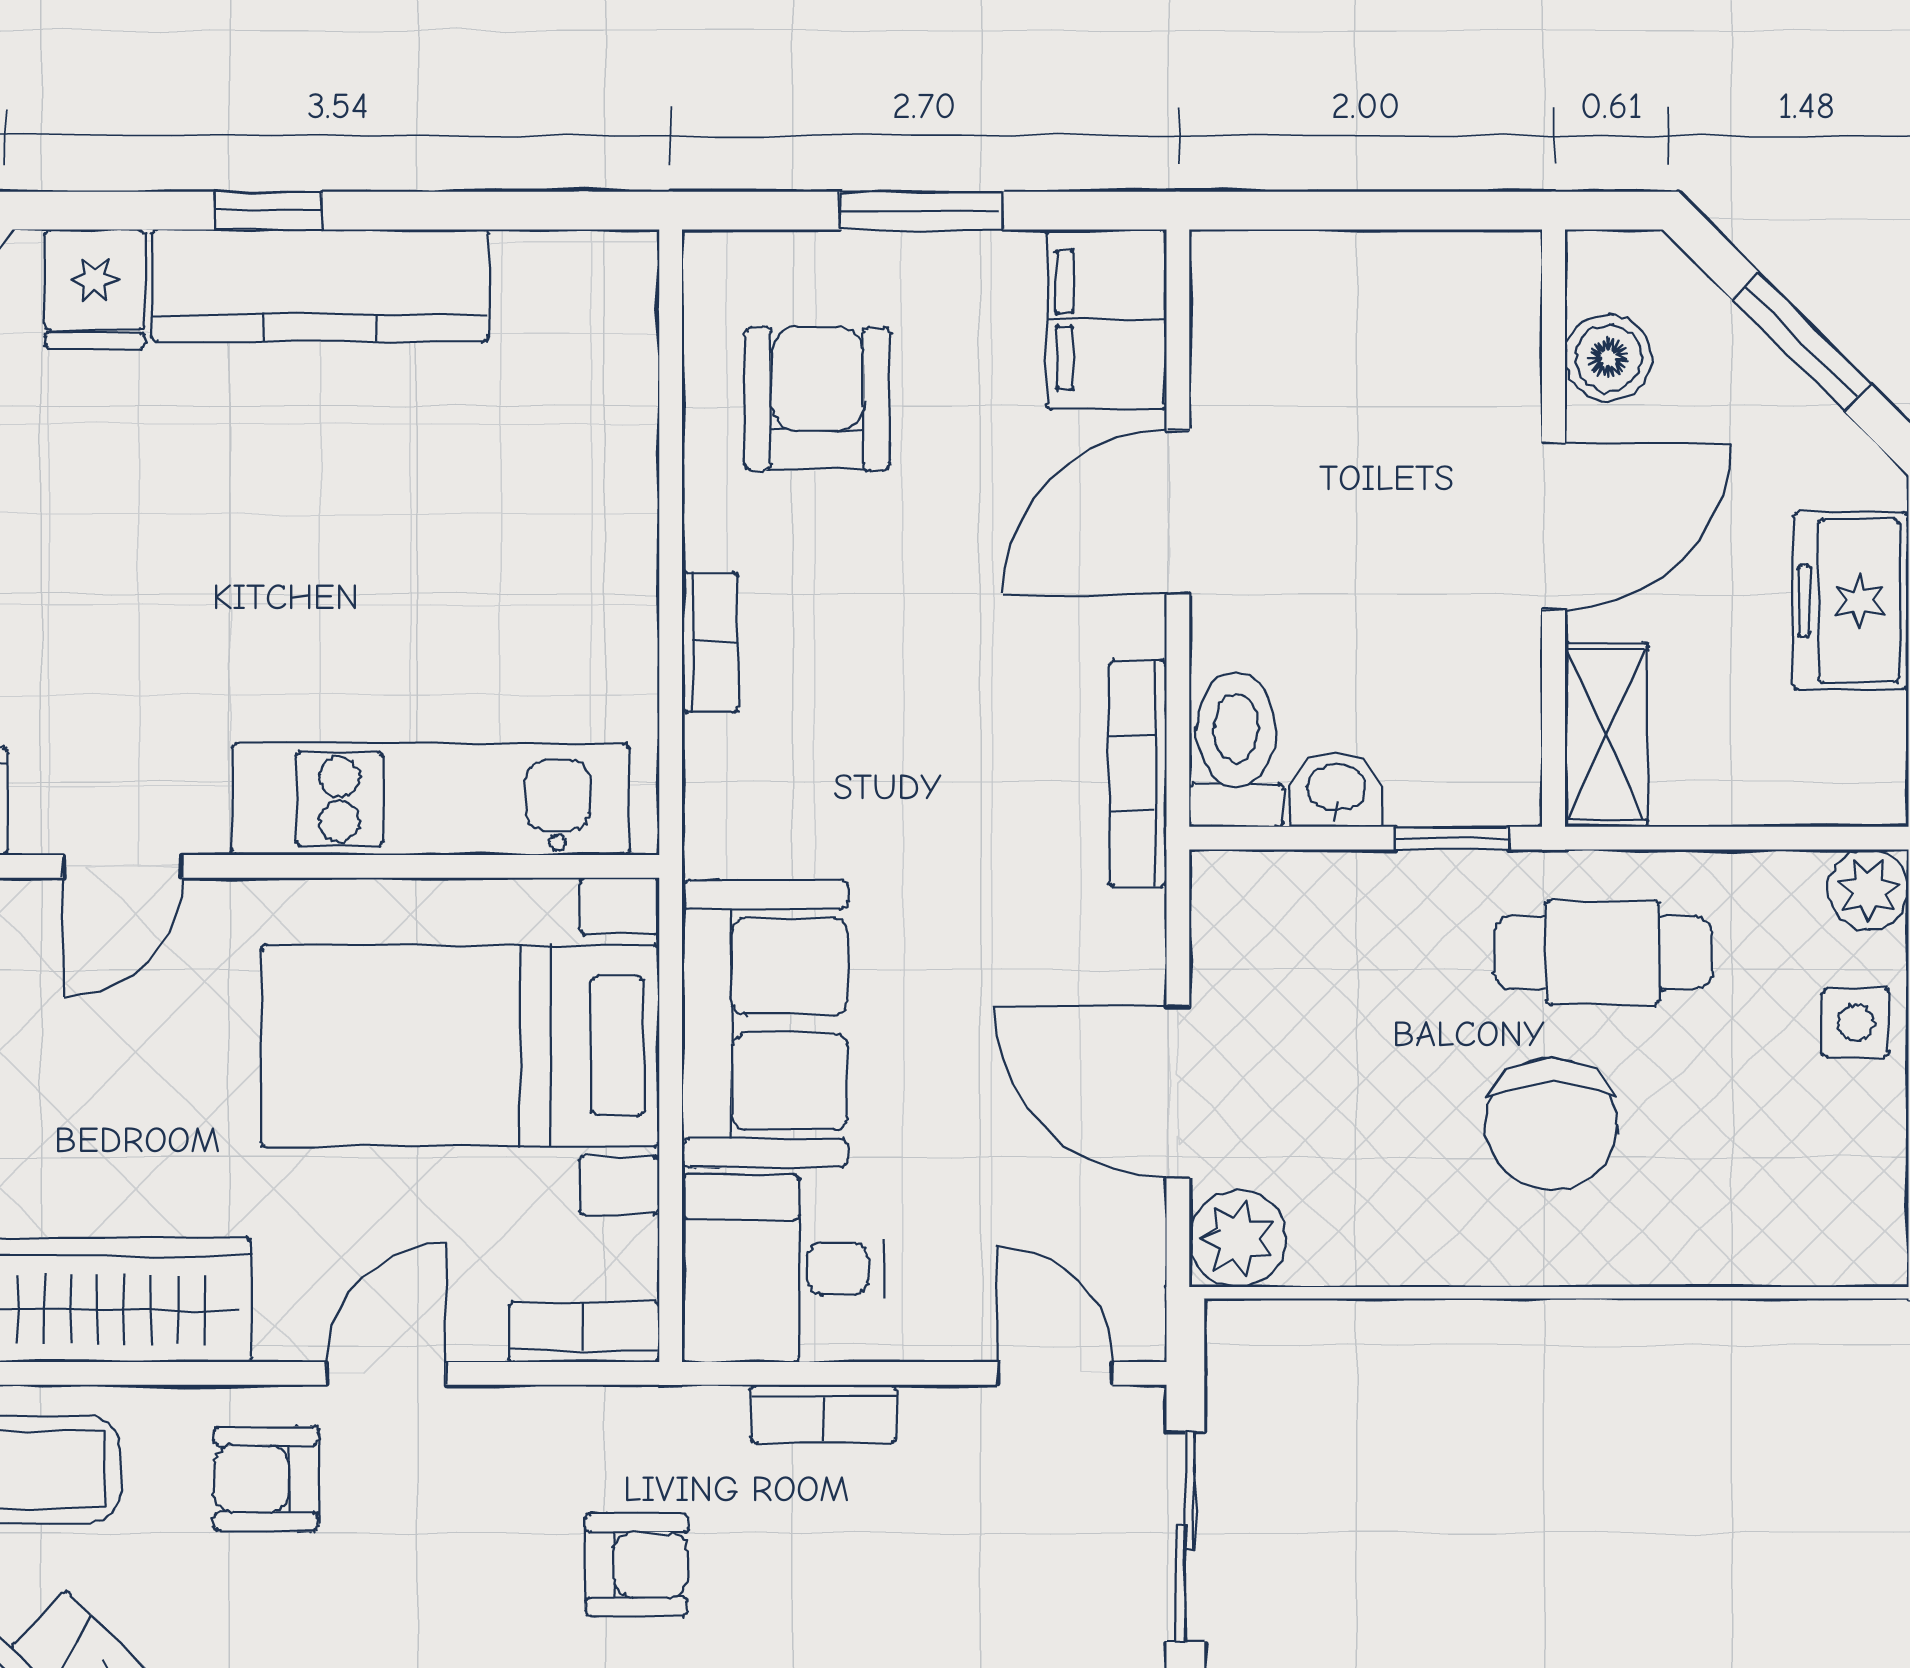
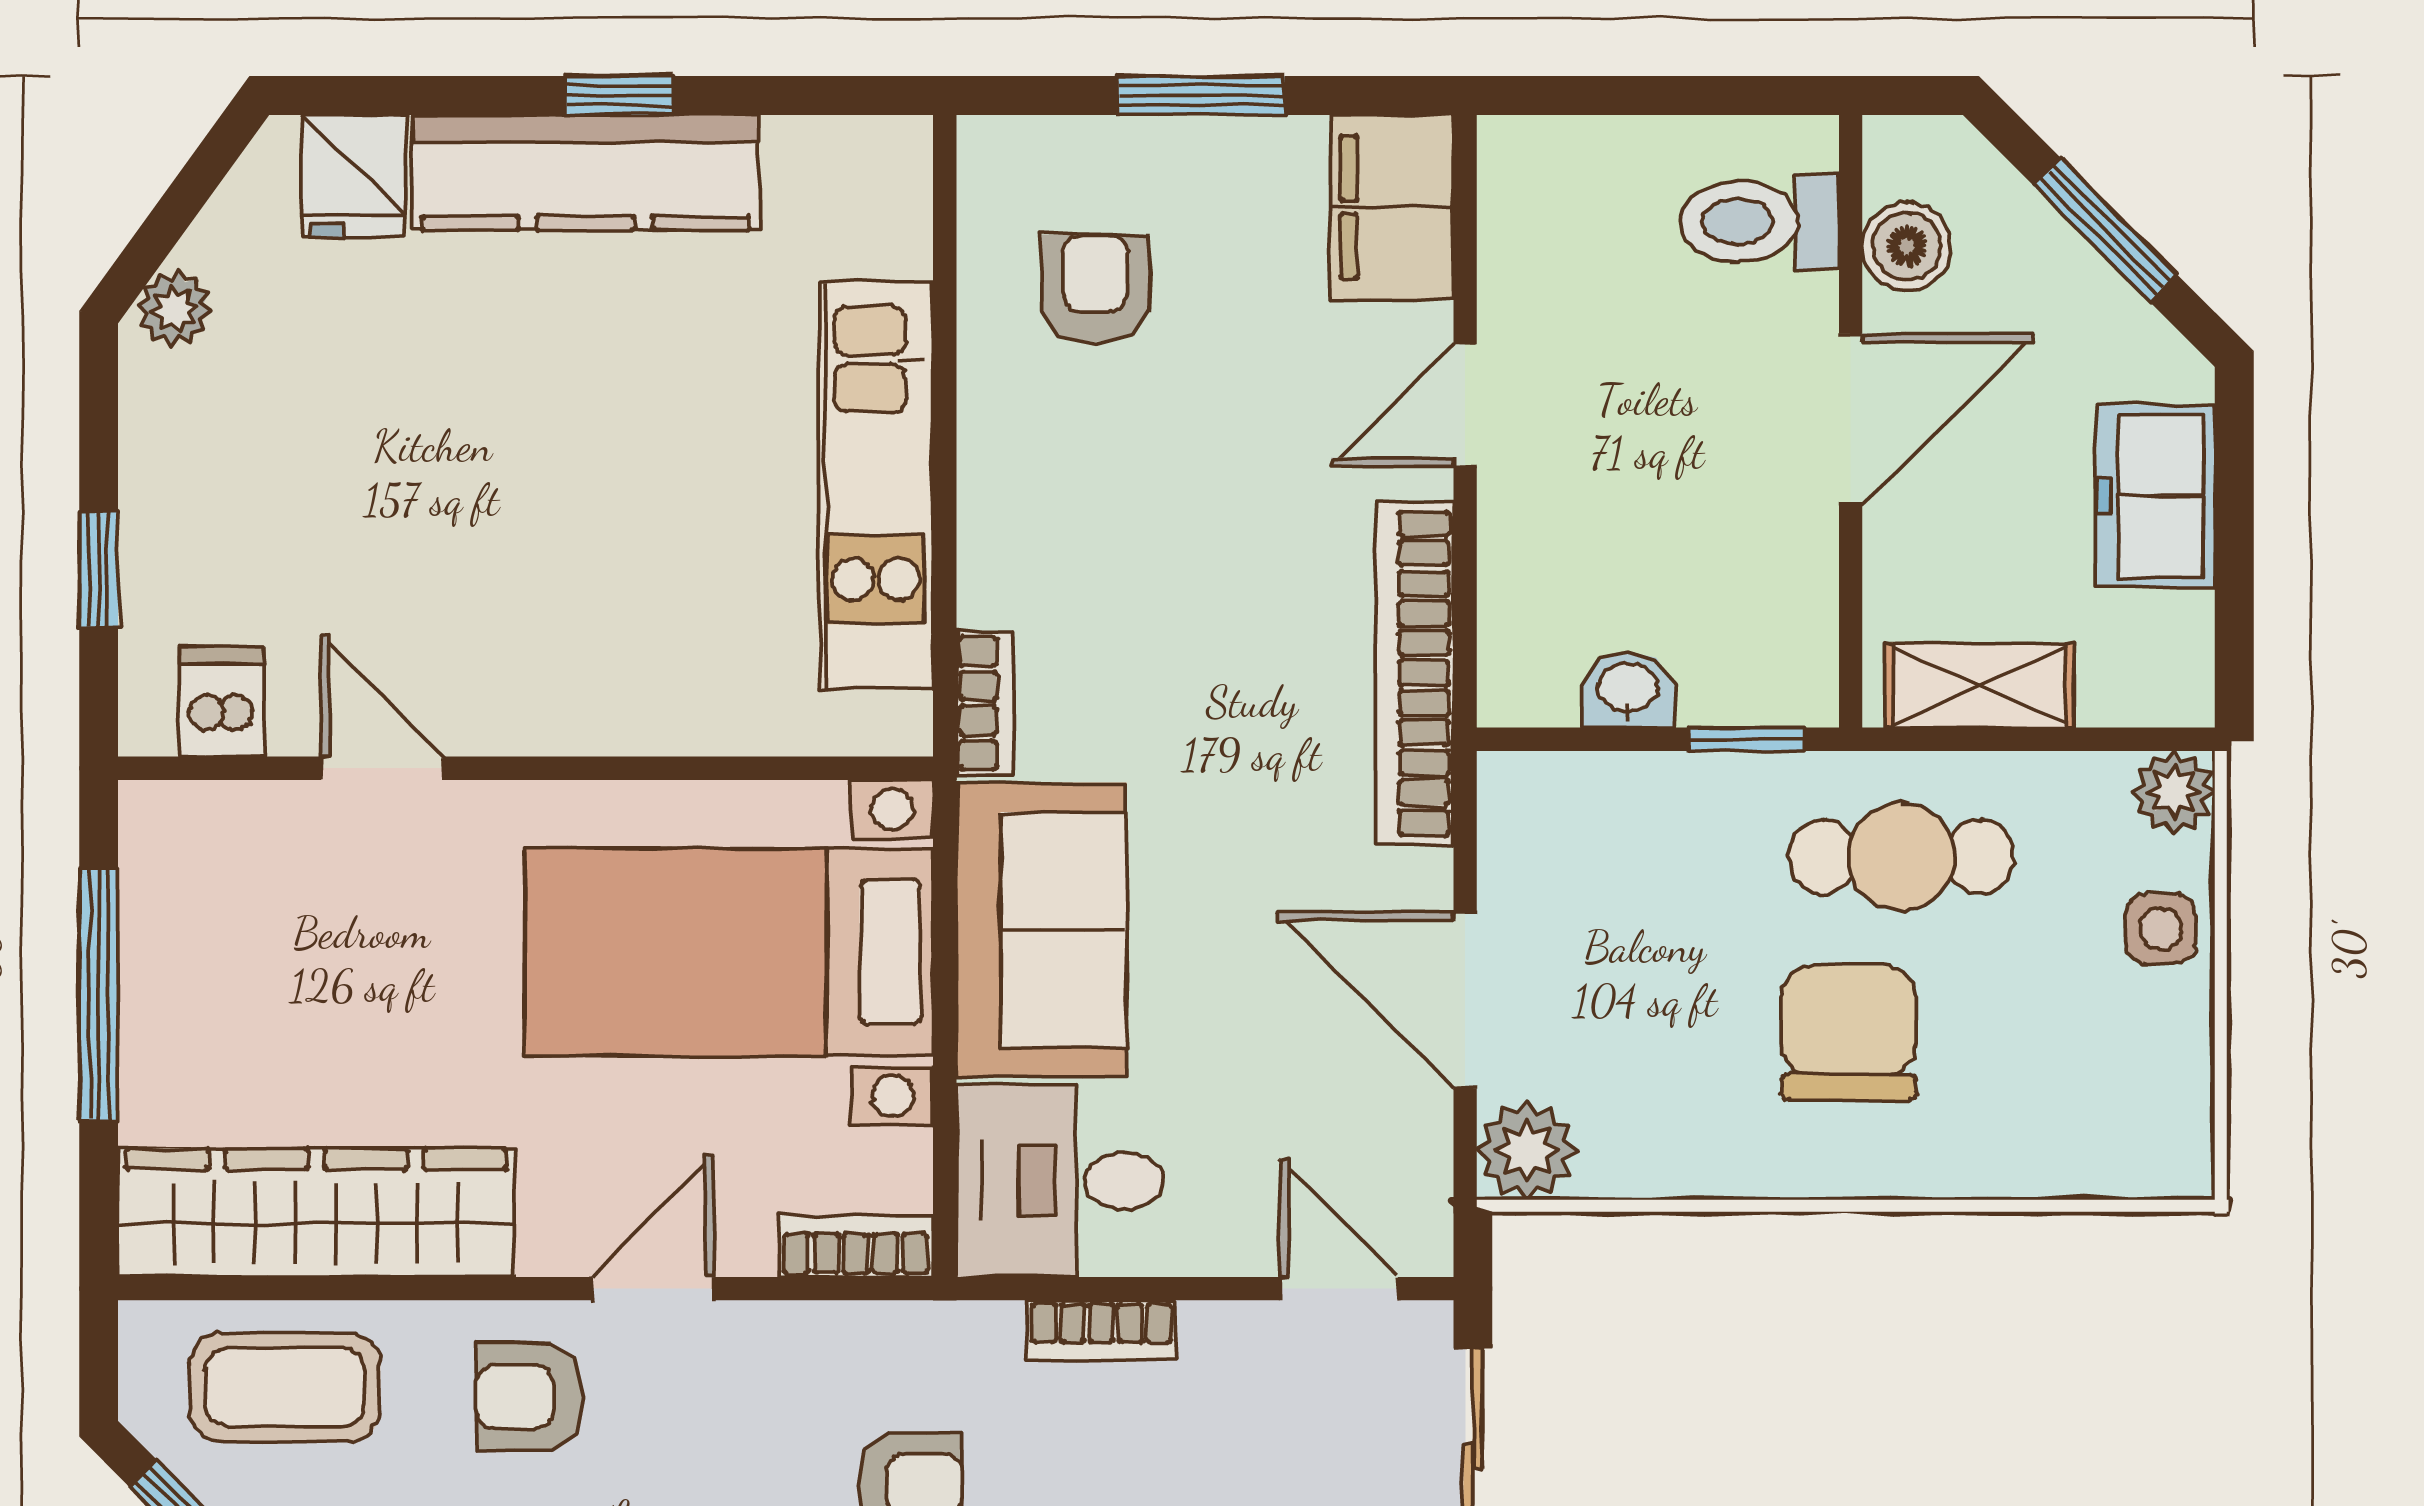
window: (269, 211) -> (620, 96), moved
armchair: (817, 399) -> (1095, 288), width x0.72, depth x0.72
door: (1178, 513) -> (1465, 405), width x0.73
bookcase: (710, 642) -> (985, 703), moved
shelving: (1606, 735) -> (1980, 685), moved, turned 90
toilet: (1236, 750) -> (1760, 221), moved, turned -90
bookcase: (1138, 773) -> (1415, 673), width x1.48, depth x1.31
kitchen unit: (431, 799) -> (876, 486), moved, turned -90
door: (123, 866) -> (382, 768), swing flipped
chair: (1551, 1124) -> (1849, 1033), turned 180

